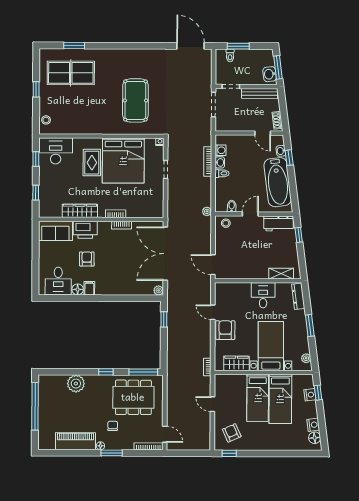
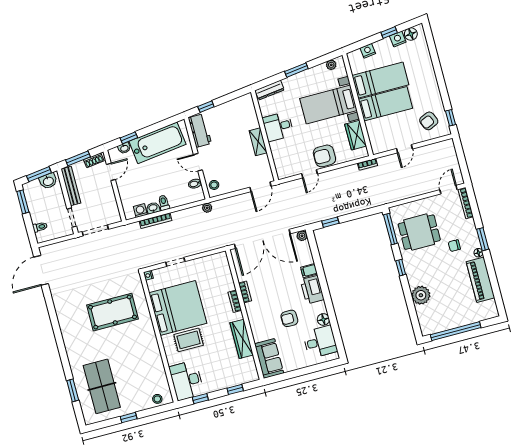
window: (238, 46) -> (23, 202), moved
window: (283, 106) -> (78, 158), added
printer: (85, 230) -> (312, 290), moved, turned 180
shelving: (281, 274) -> (258, 142), moved
filing cabinet: (89, 288) -> (309, 271), moved
window: (318, 393) -> (389, 33), moved
dining table: (133, 397) -> (419, 232), width x0.73

